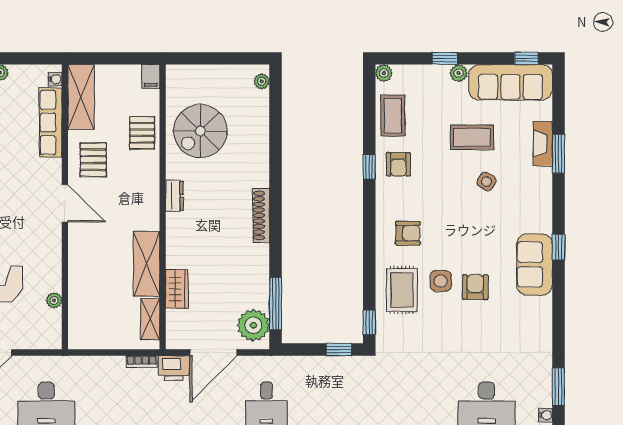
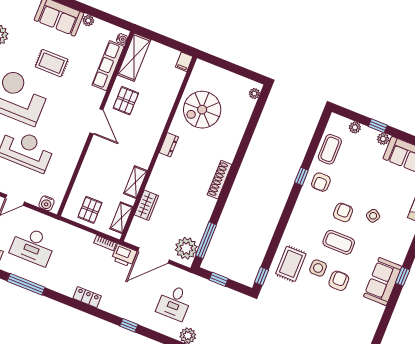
plant: (384, 73) -> (355, 127), moved
pallet: (142, 133) -> (90, 210), moved
coffee table: (472, 137) -> (339, 242), moved
armchair: (408, 233) -> (343, 212), moved, turned -90
shelving: (147, 264) -> (135, 182), width x0.67, depth x0.75
plant: (54, 300) -> (64, 181), removed
water cooler: (42, 340) -> (47, 203), added
window: (339, 349) -> (219, 279), moved

